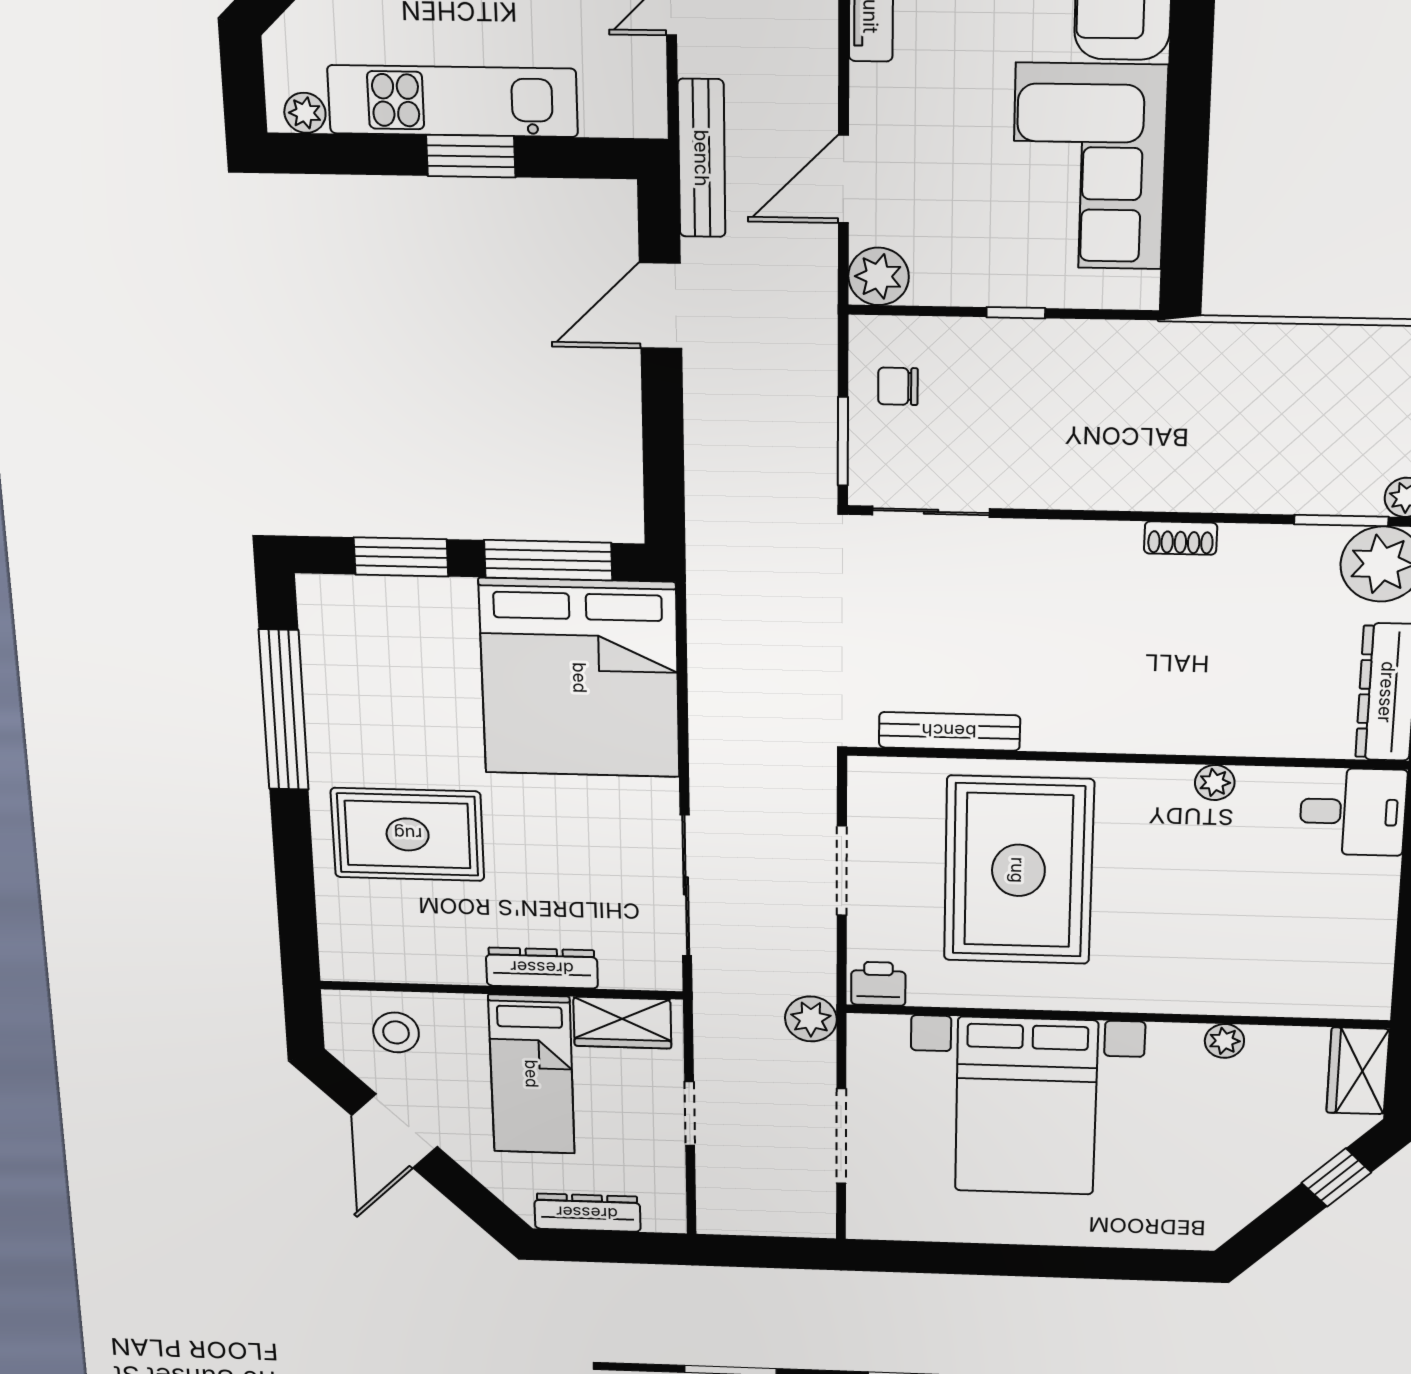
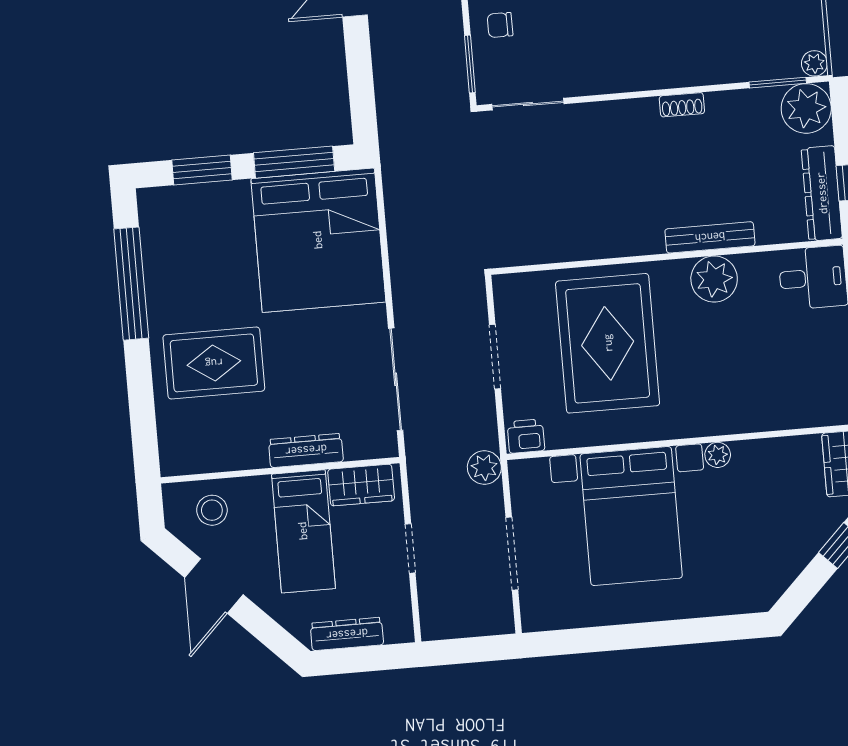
bench: (949, 731) -> (710, 237), moved
plant: (1215, 783) -> (714, 279), width x1.87, depth x1.87
plant: (1224, 1041) -> (718, 455), moved

